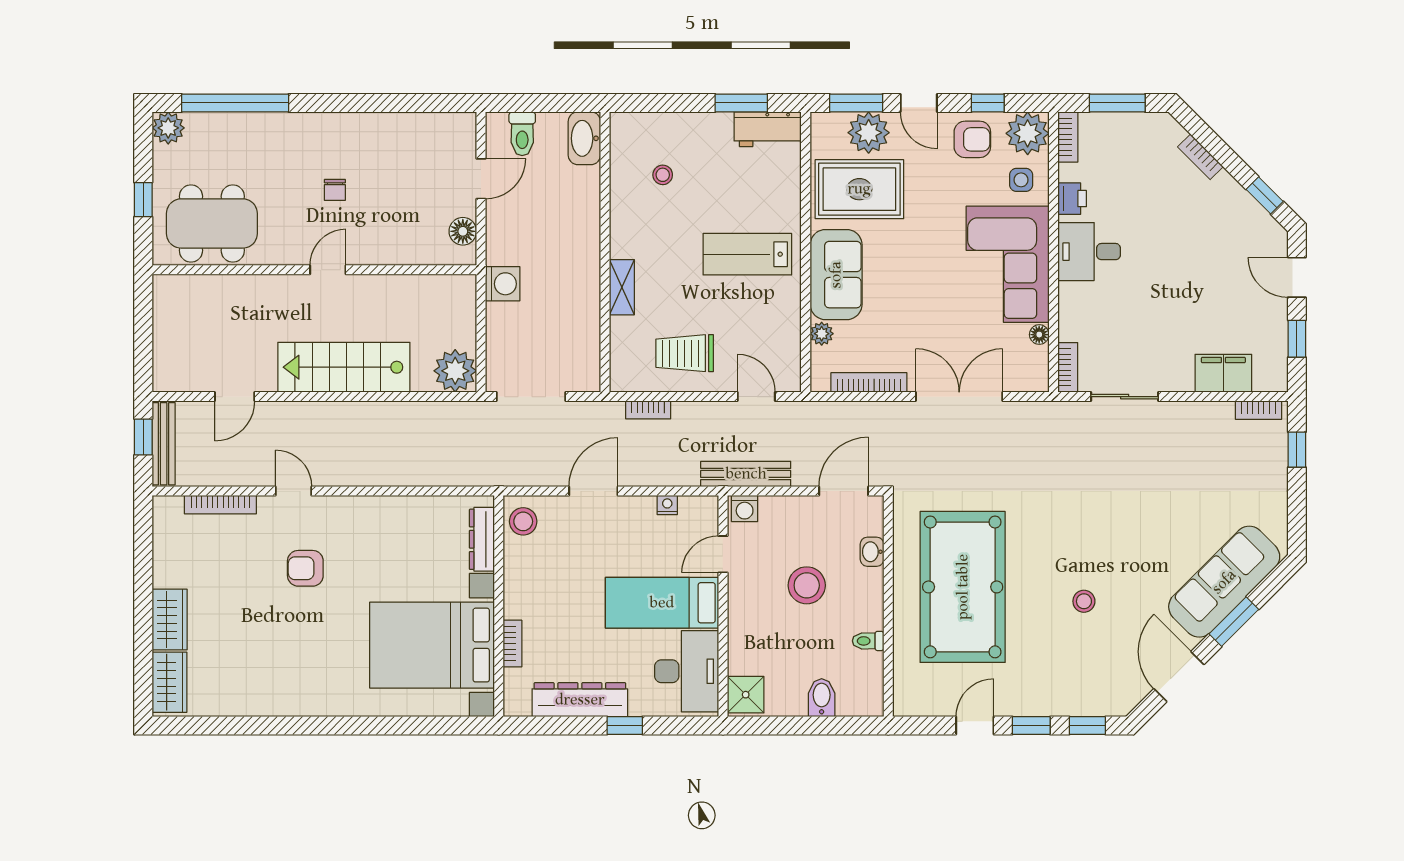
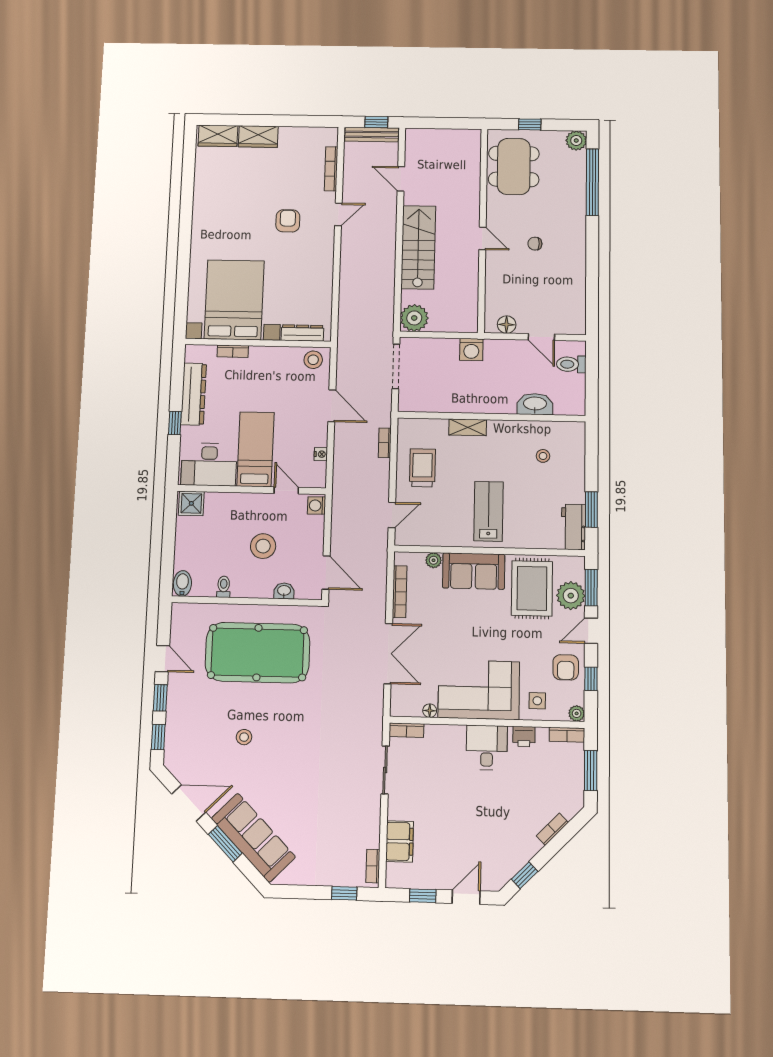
plant: (1028, 133) -> (577, 713), width x0.53, depth x0.53
washbasin: (584, 138) -> (535, 404), moved
bench: (746, 474) -> (340, 507), removed
bidet: (822, 698) -> (182, 583), moved, turned -90

